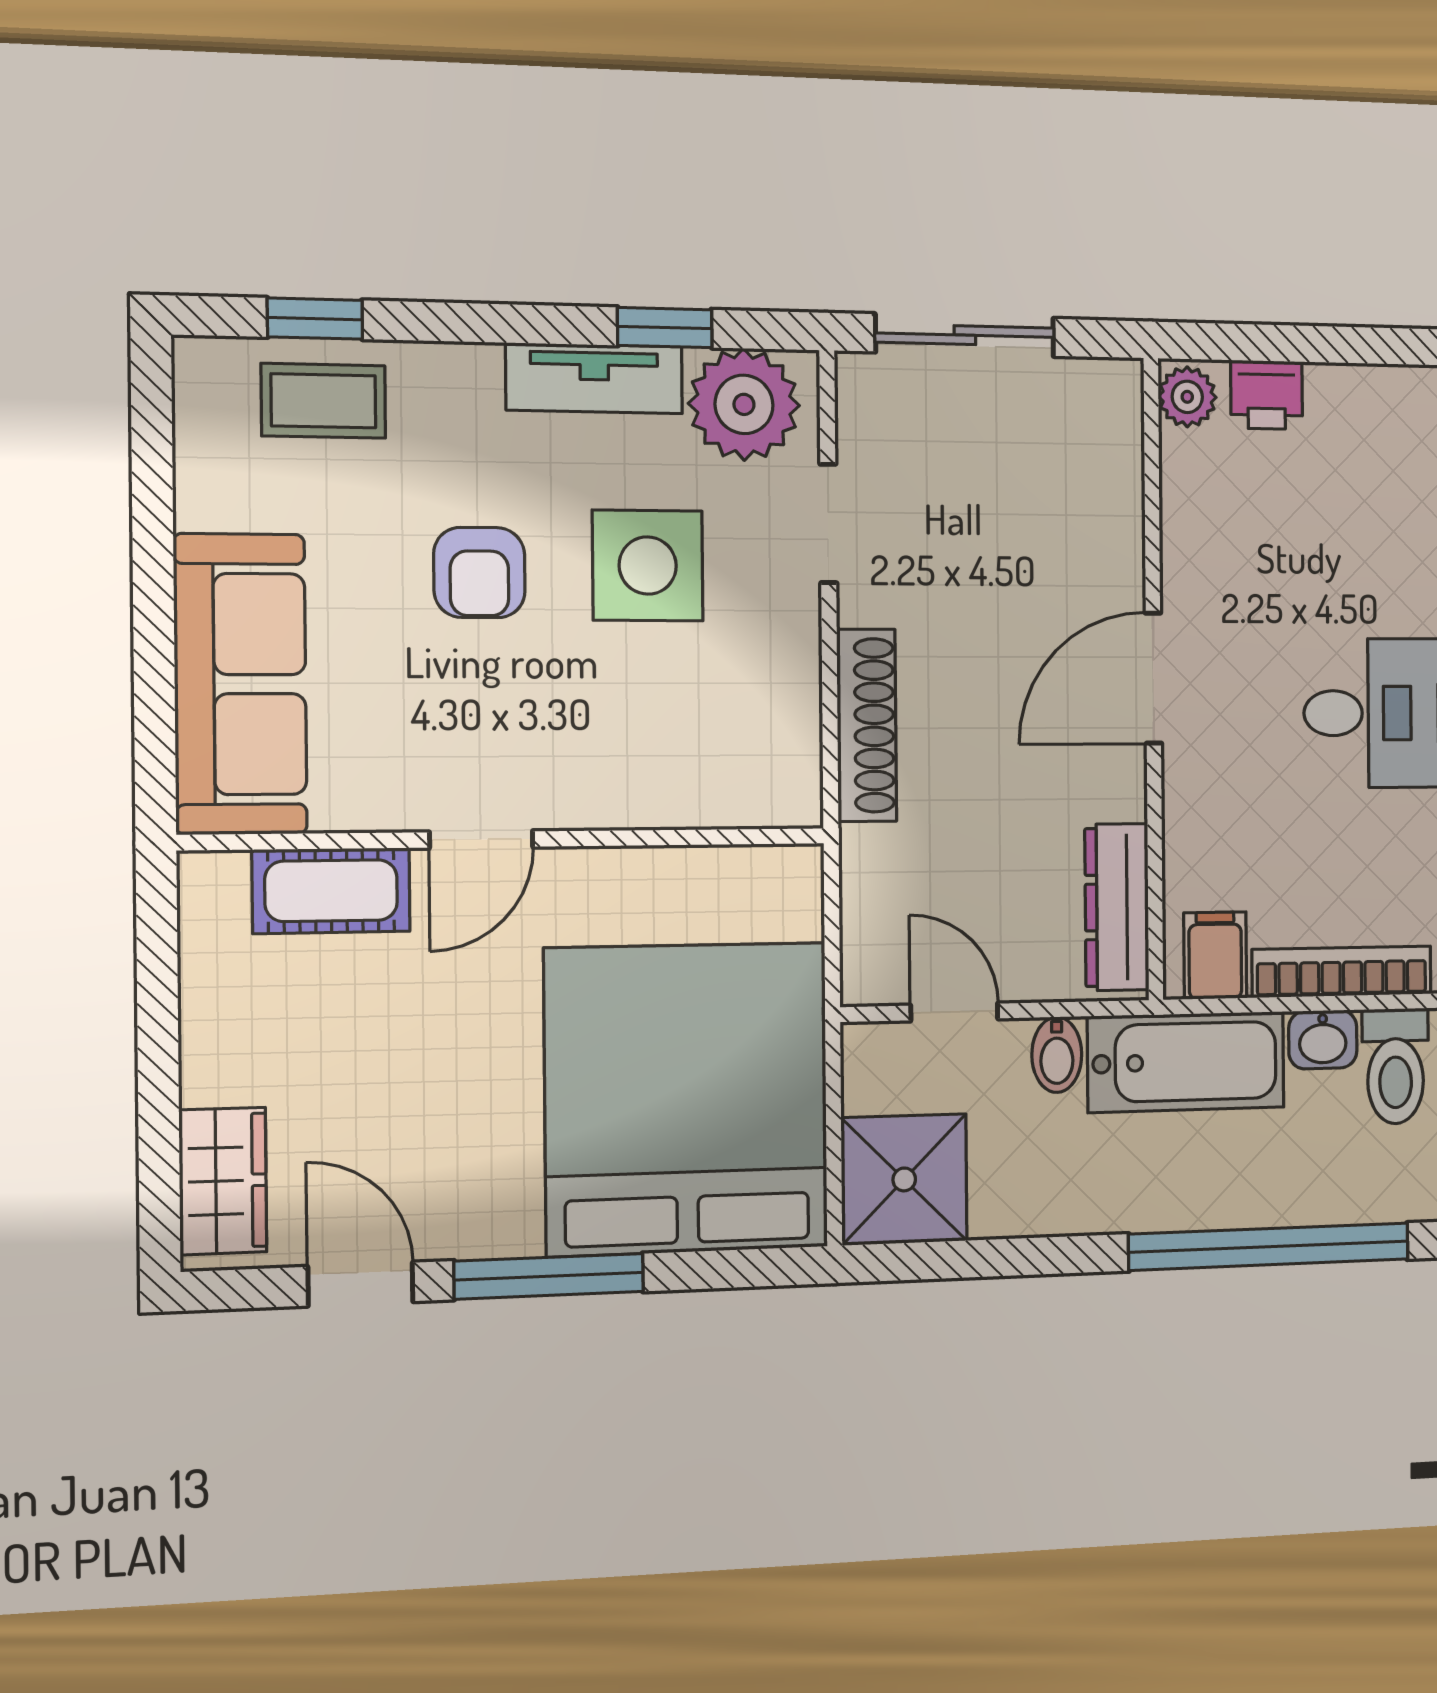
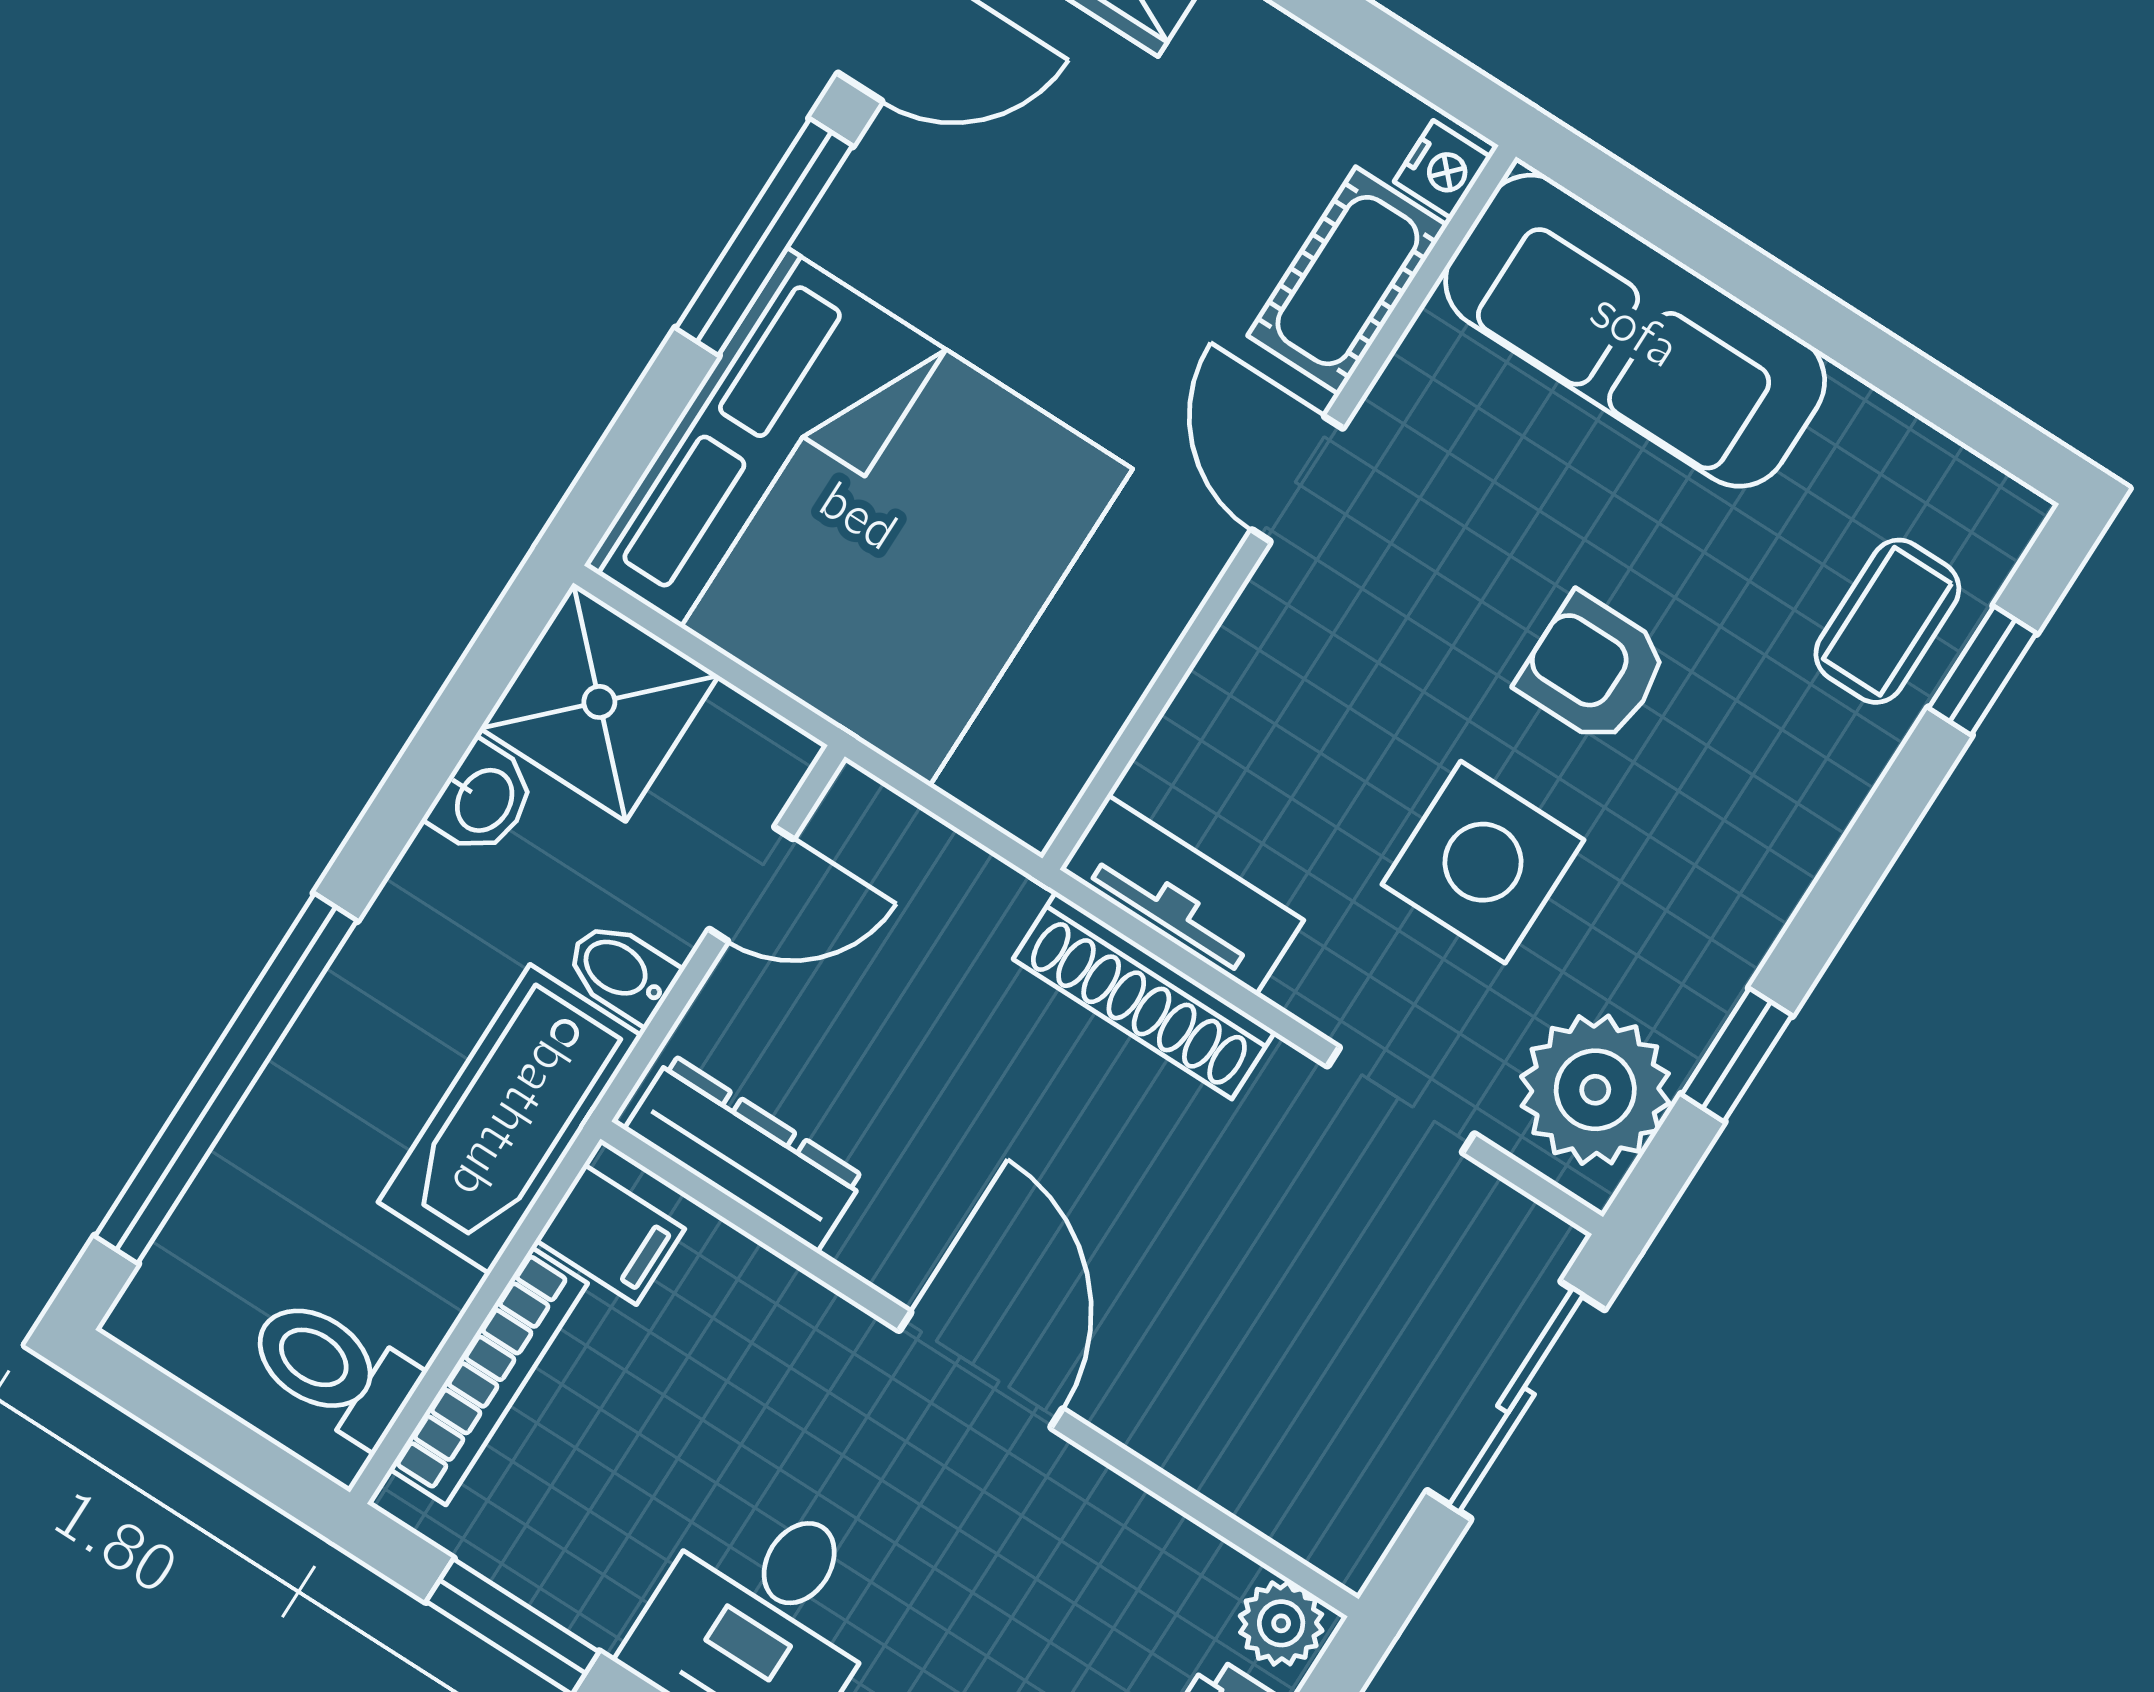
tv unit: (594, 378) -> (1182, 895), moved, turned 90
nightstand: (217, 877) -> (1443, 169), added
washbasin: (1323, 1040) -> (483, 799), moved, turned 180

